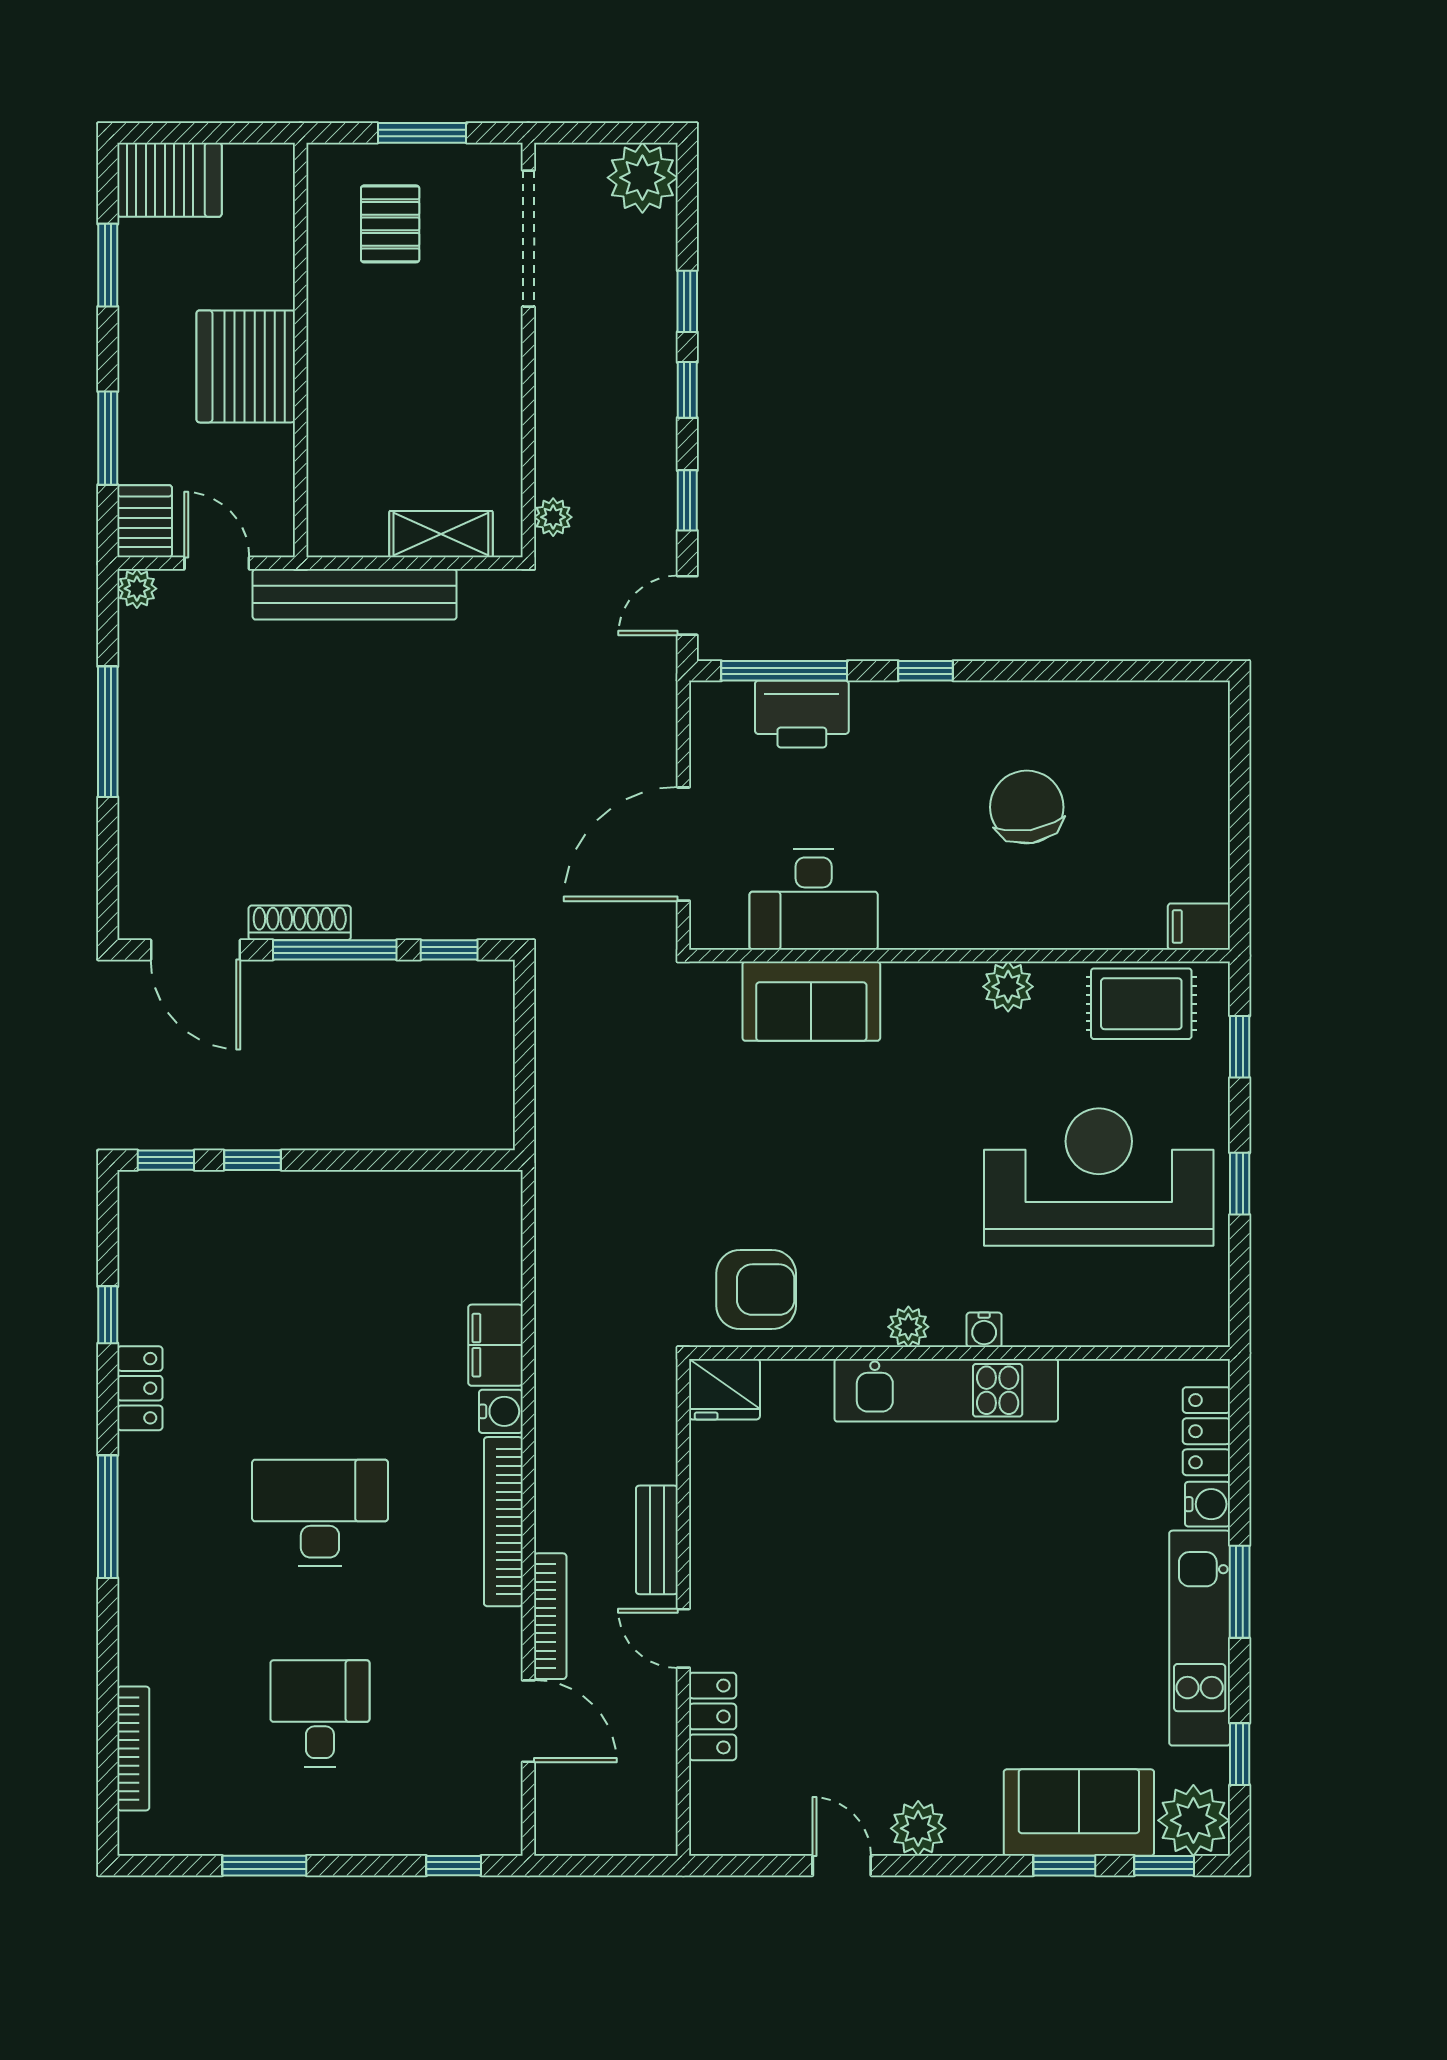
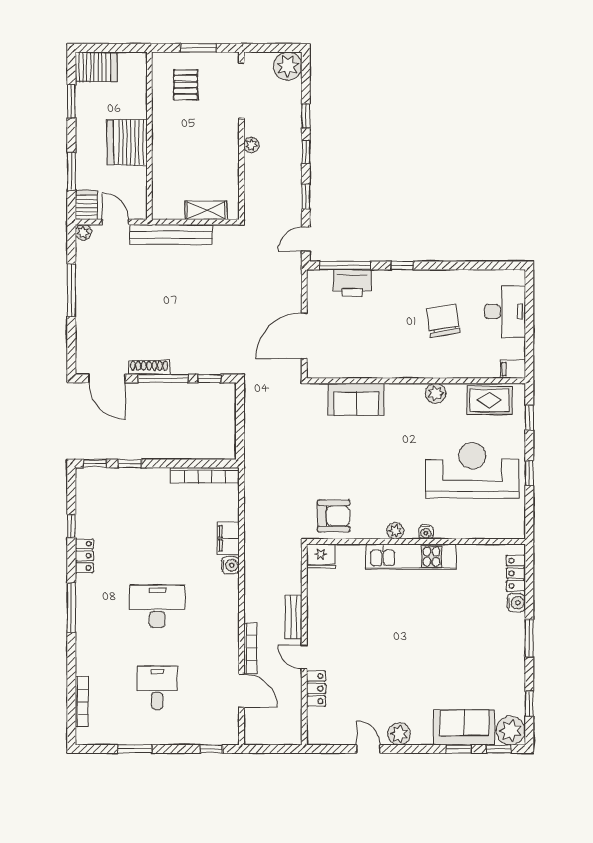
plant: (553, 517) -> (252, 145), moved
desk: (814, 900) -> (505, 312), moved, turned -90
bookcase: (503, 1522) -> (205, 475), moved, turned -90
kitchen unit: (1200, 1638) -> (513, 657), removed

